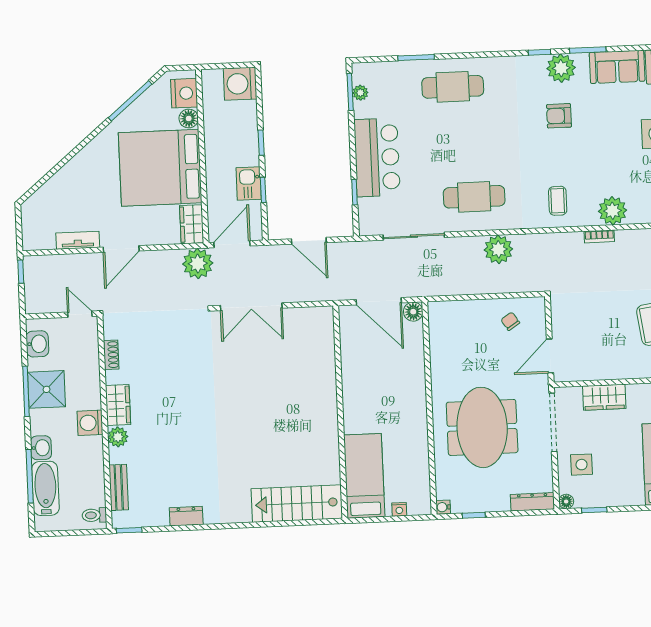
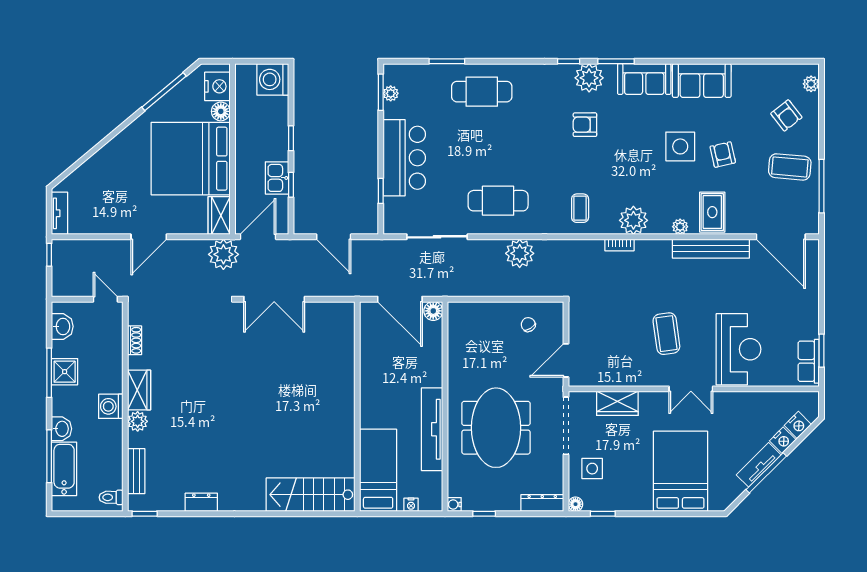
tv unit: (78, 240) -> (60, 213), moved, turned 90
shower: (46, 389) -> (65, 372), width x0.73, depth x0.73
tv unit: (417, 432) -> (432, 429), added

